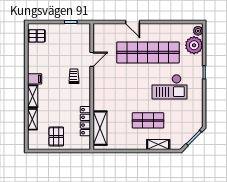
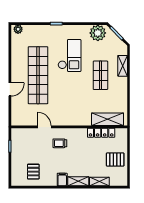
pallet: (37, 36) -> (33, 172), moved
plant: (194, 45) -> (98, 33), moved

